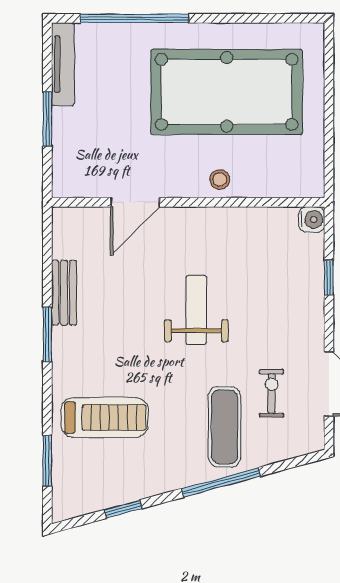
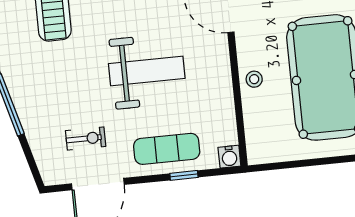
weight bench: (196, 310) -> (147, 71), width x1.36, depth x1.33
exercise mat: (225, 427) -> (167, 149), moved

